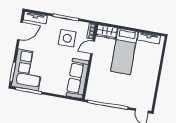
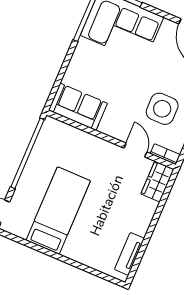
bed: (124, 51) -> (58, 211), moved, turned 90
sofa: (78, 78) -> (78, 107), width x0.73

